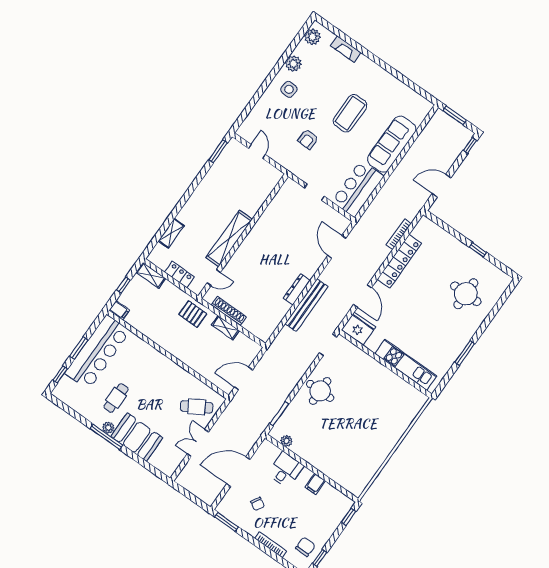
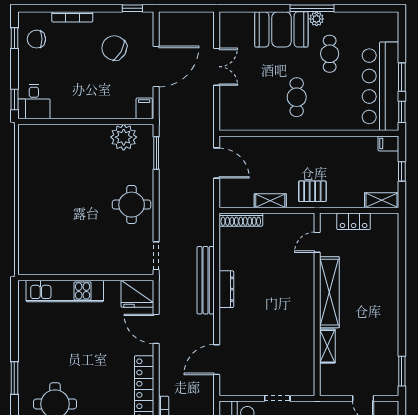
shelving: (171, 233) -> (327, 346), moved
door: (337, 247) -> (217, 360), swing flipped
shoe rack: (229, 311) -> (241, 220), moved
window: (465, 353) -> (14, 378), moved
window: (60, 374) -> (402, 112), moved
door: (244, 378) -> (217, 163), hinge flipped
cafe table: (197, 407) -> (297, 97), moved, turned -59
plant: (286, 441) -> (124, 137), width x1.88, depth x1.88
desk: (285, 470) -> (34, 102), moved
filing cabinet: (315, 484) -> (144, 108), moved
chair: (257, 504) -> (114, 48), width x1.87, depth x1.87
window: (227, 522) -> (132, 8), width x0.67
chair: (305, 547) -> (36, 39), turned 90

